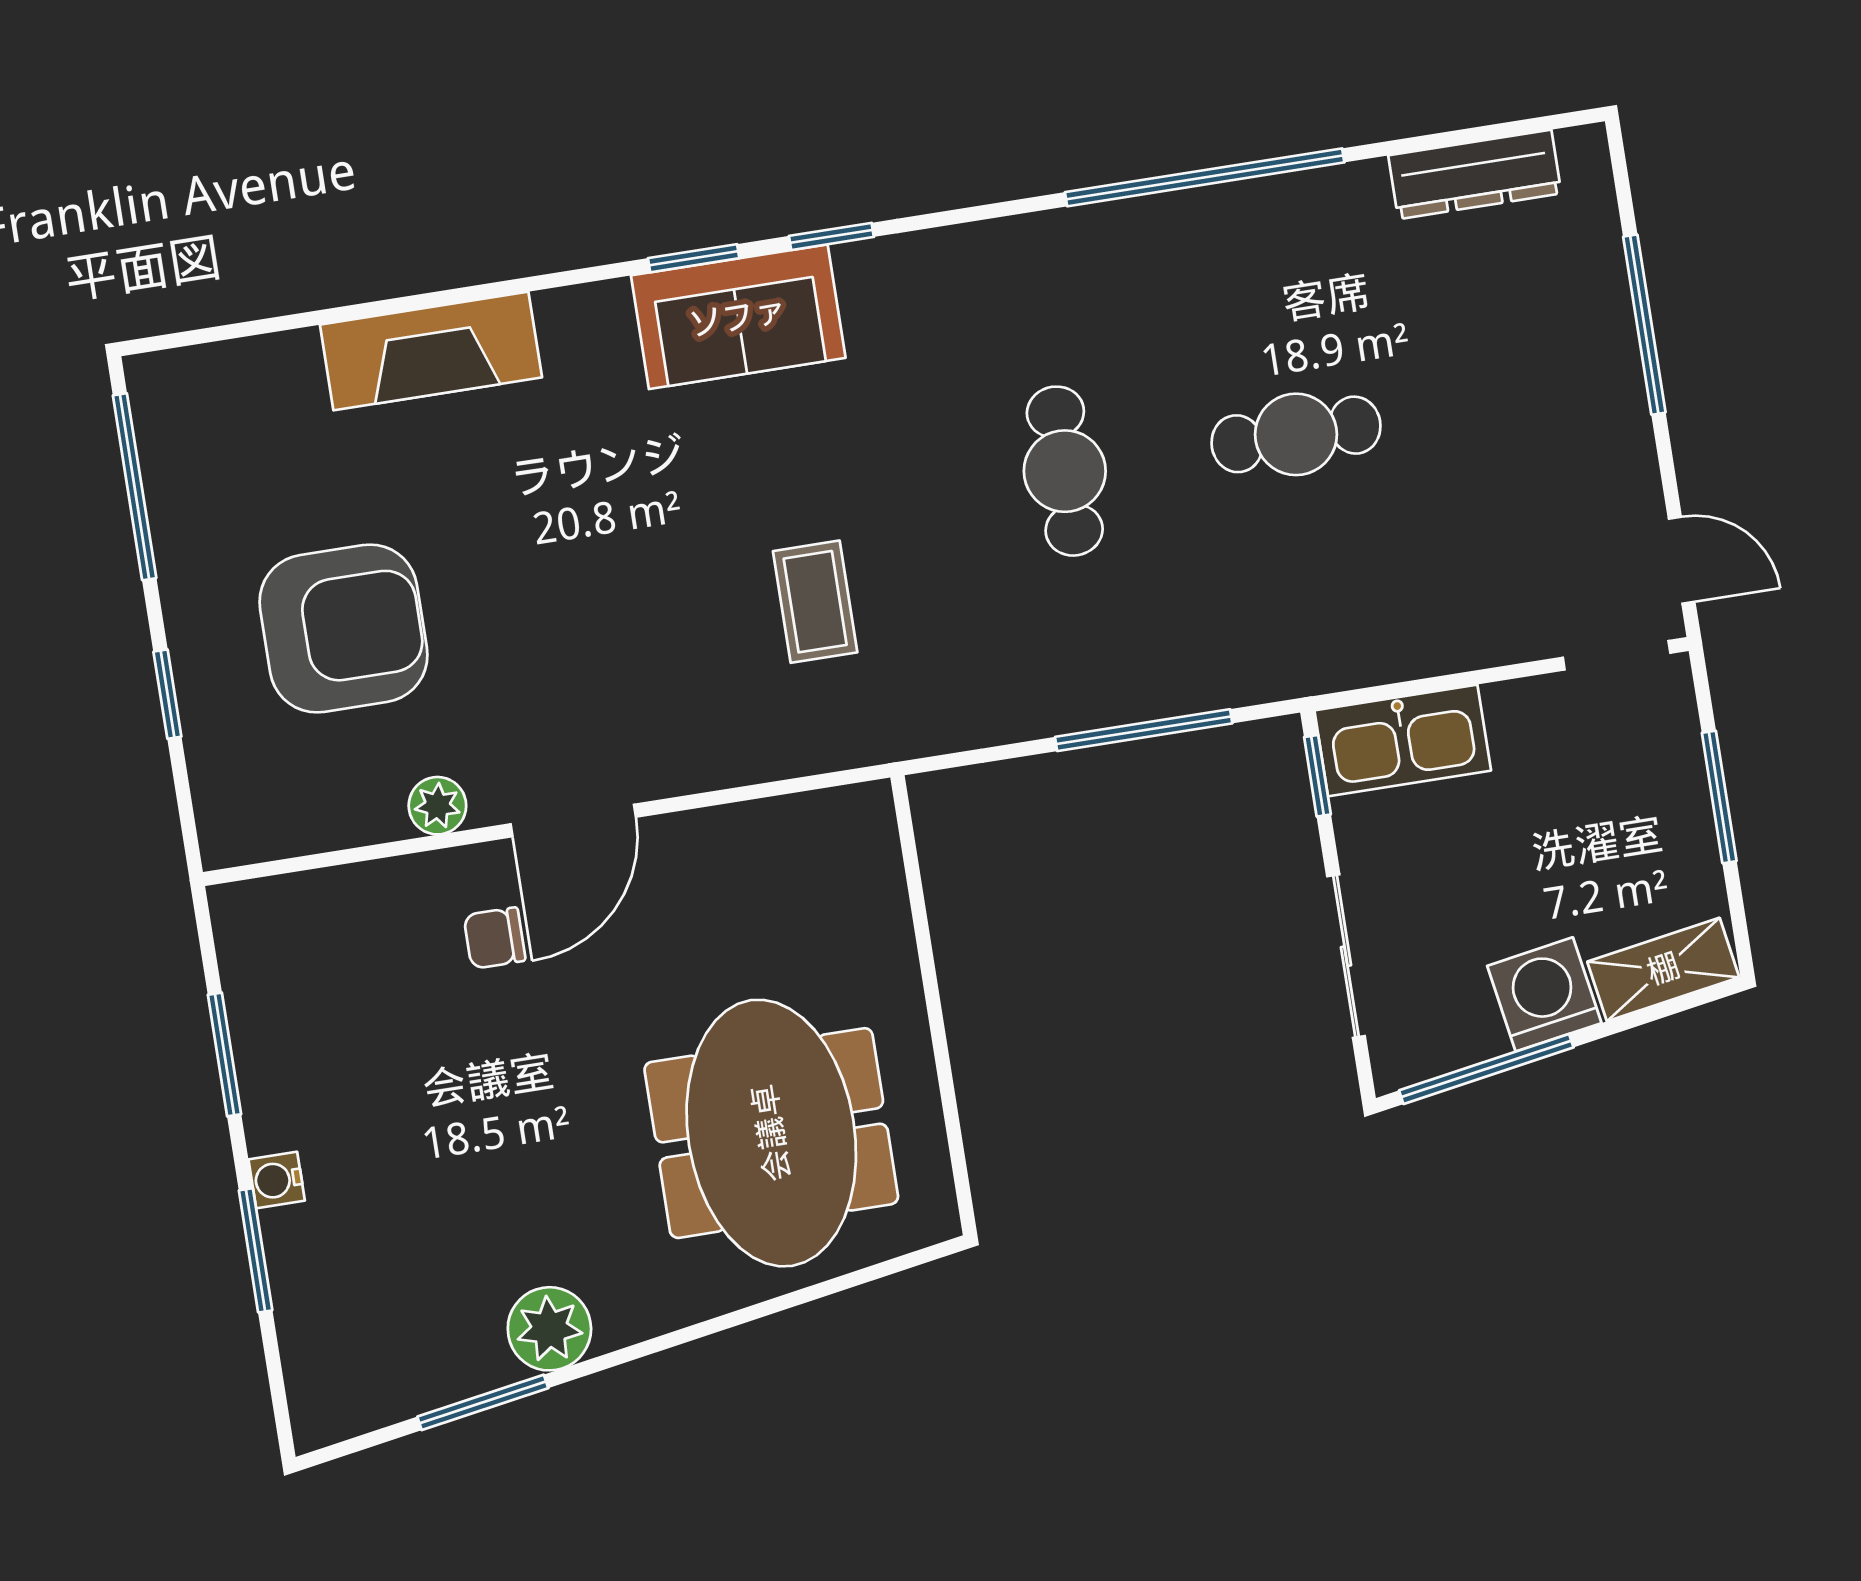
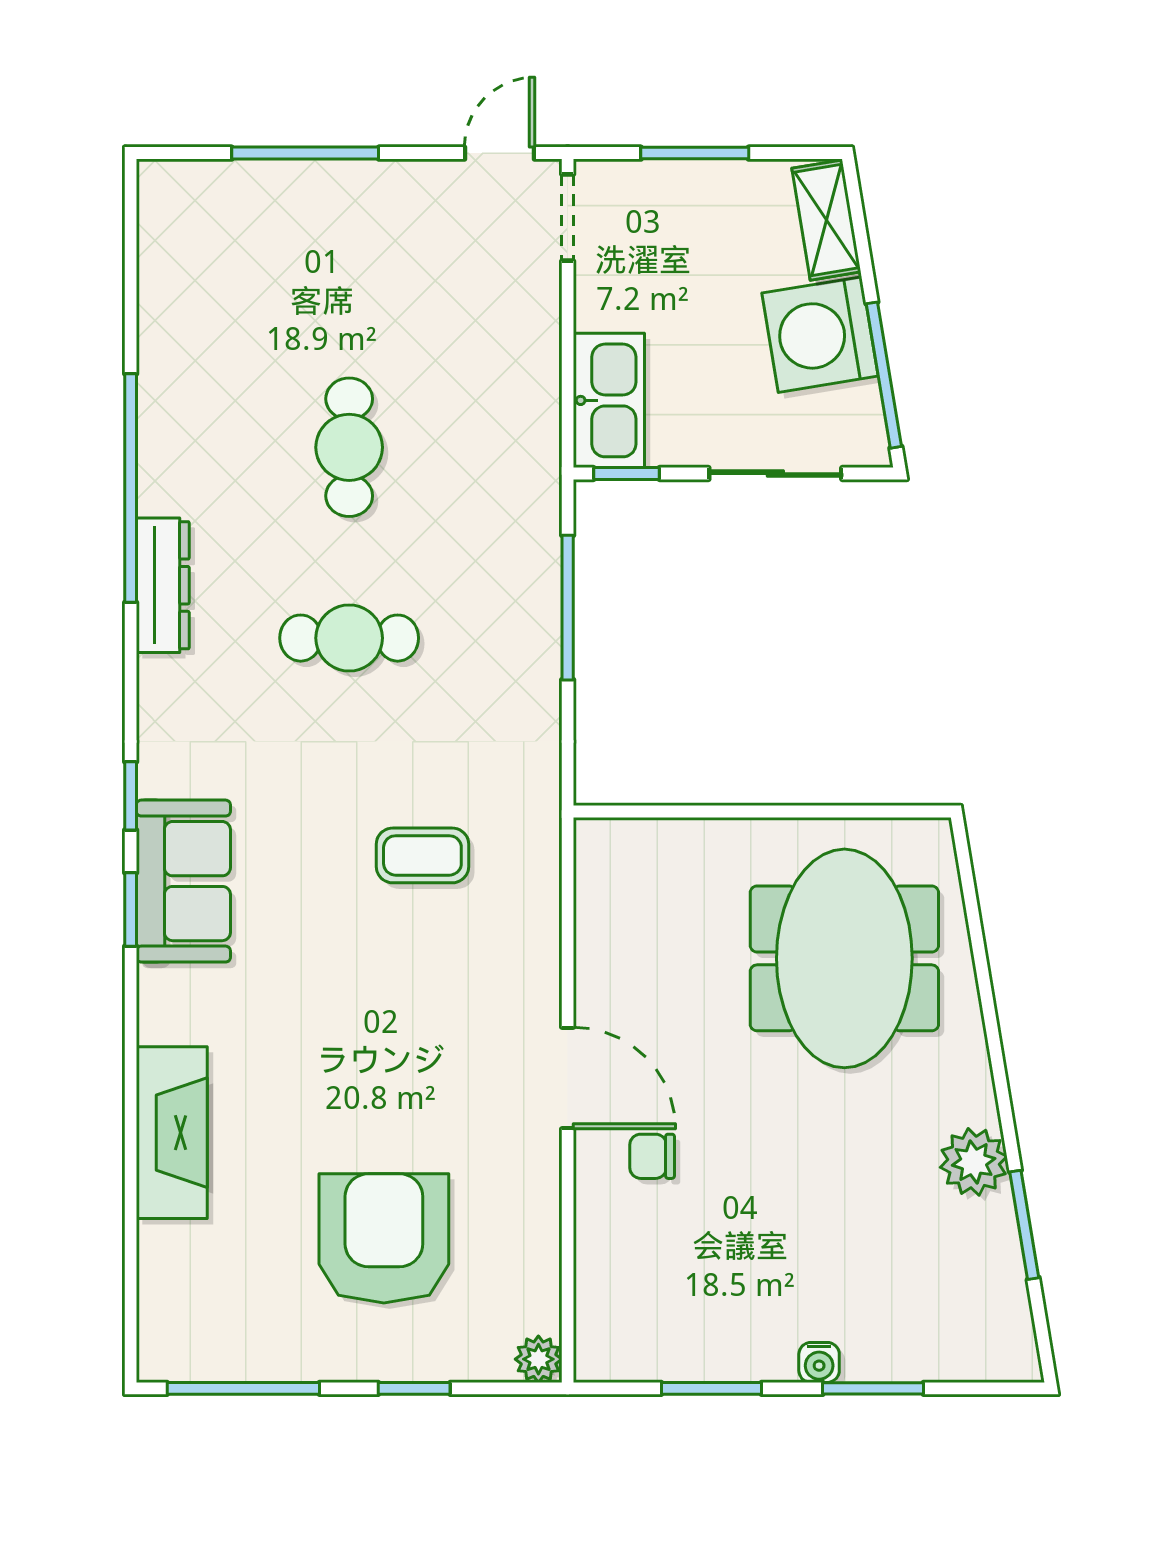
dresser: (1475, 174) -> (163, 585), moved
plant: (437, 806) -> (538, 1359), moved
chair: (495, 938) -> (652, 1156), turned 90
washing machine: (1544, 994) -> (820, 335), width x1.37, depth x1.37
meeting table: (771, 1133) -> (844, 958), turned 90

